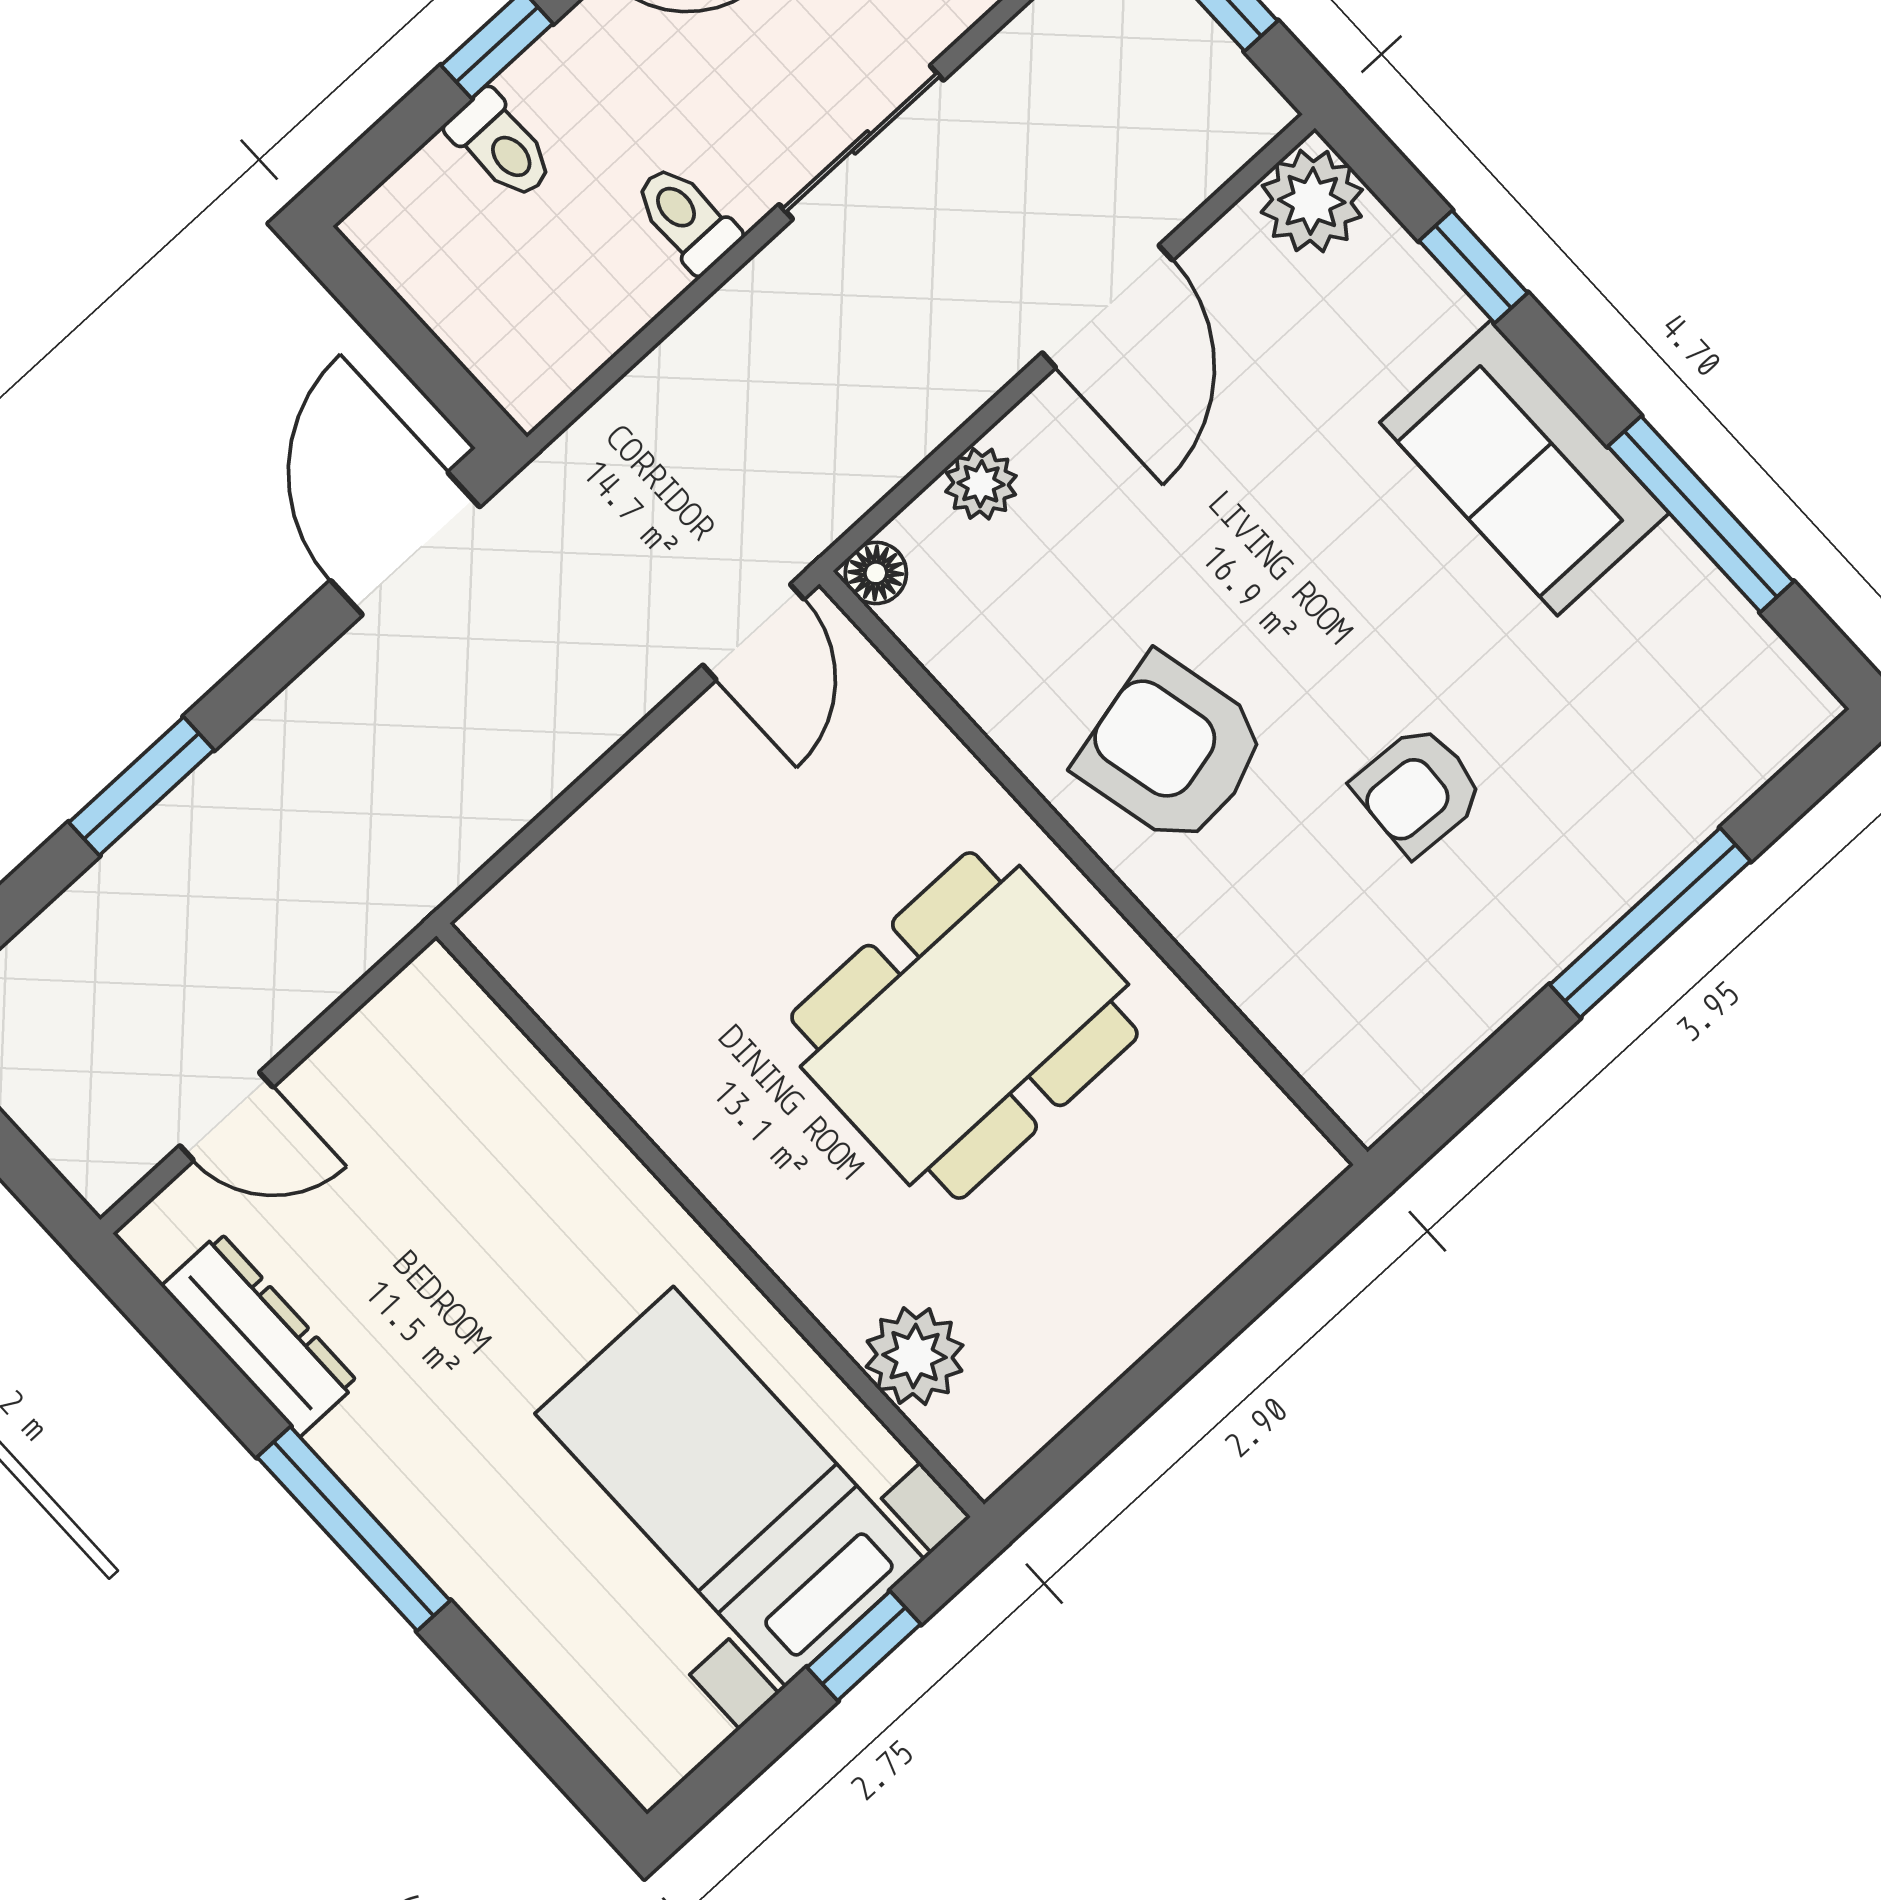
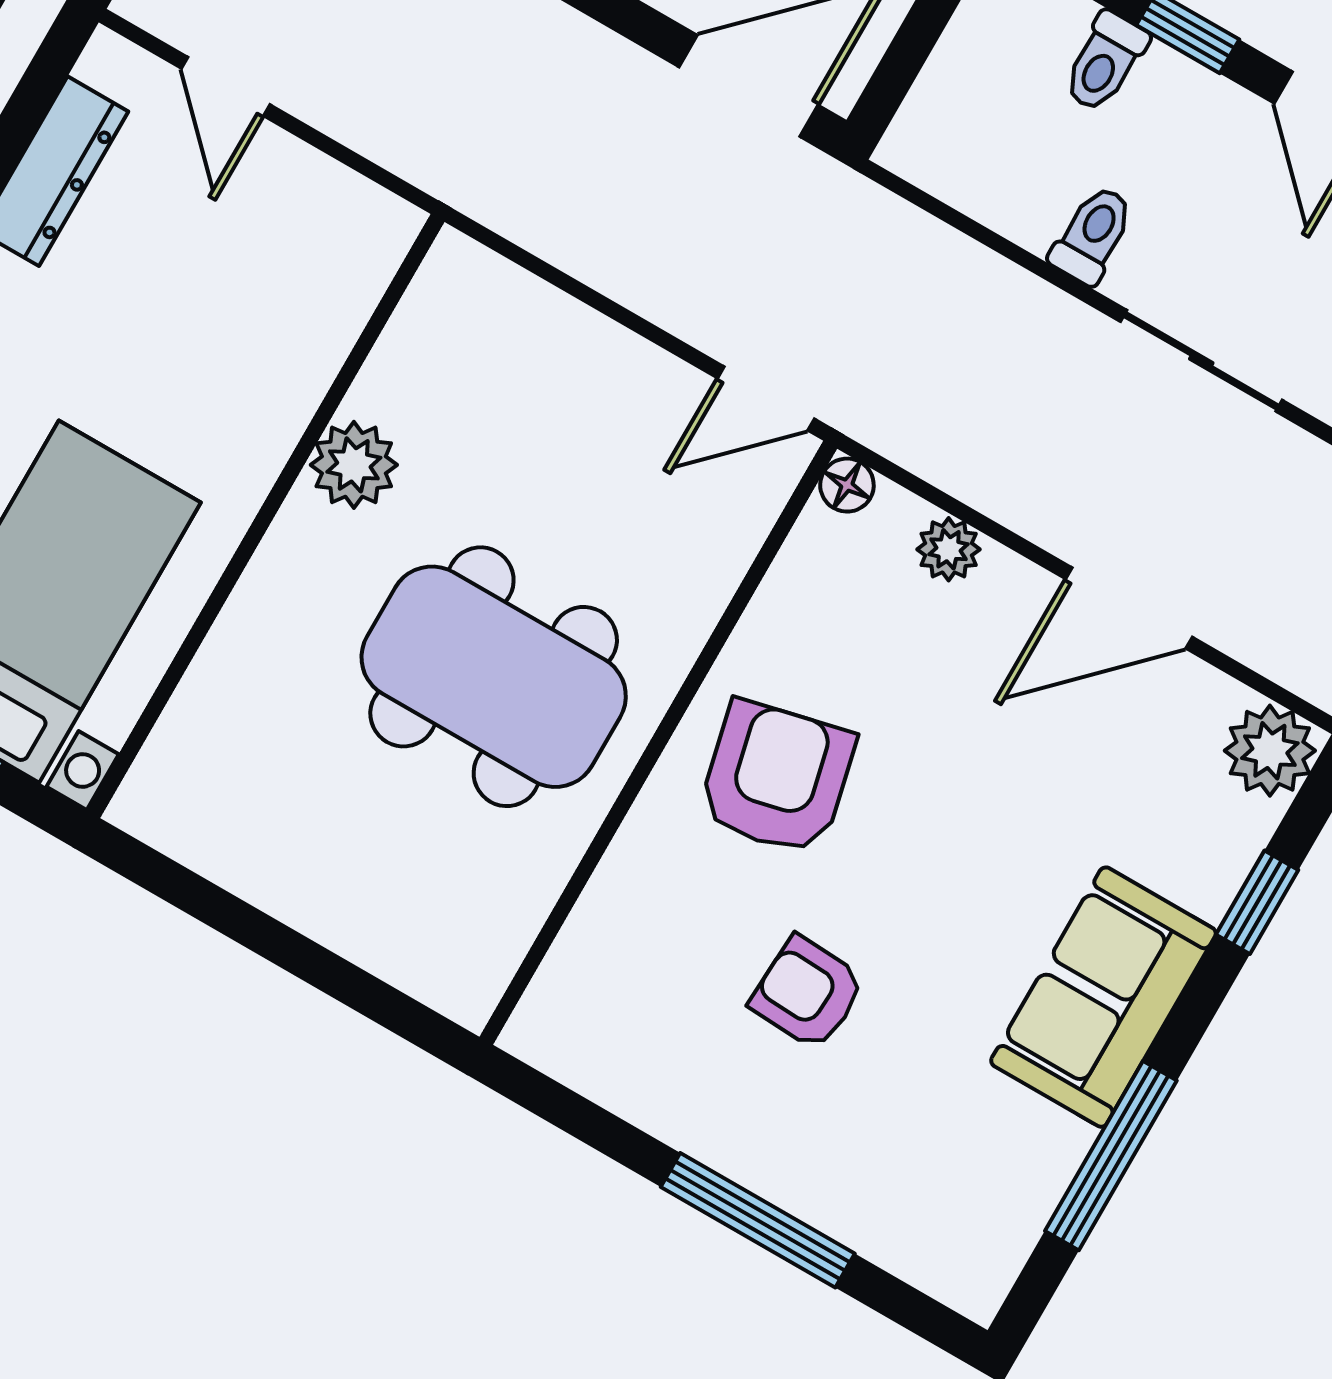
plant: (915, 1356) -> (354, 465), moved

